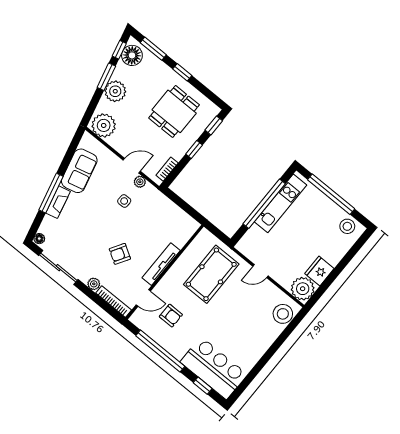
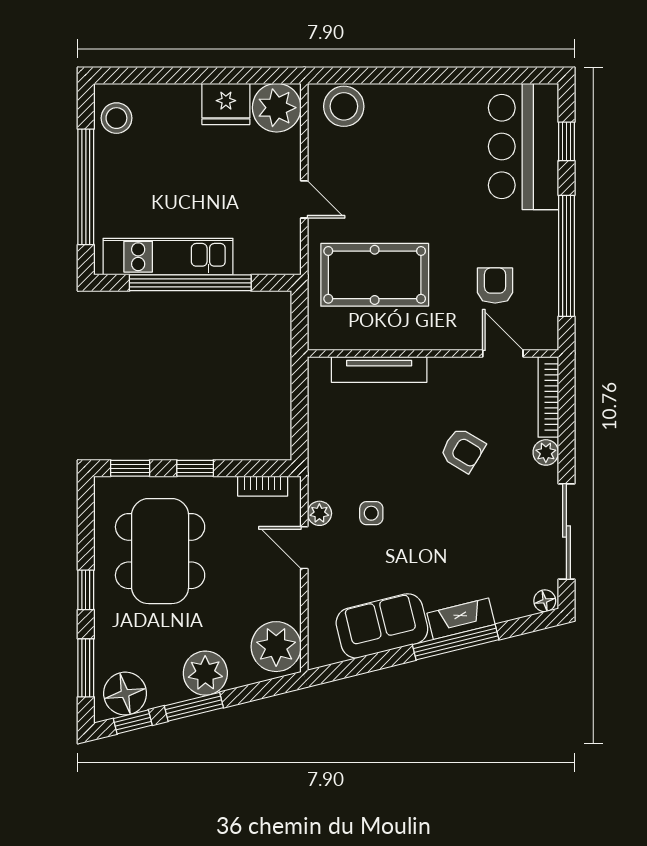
dining table: (174, 111) -> (160, 551), width x1.37
tv unit: (161, 264) -> (379, 370), moved

